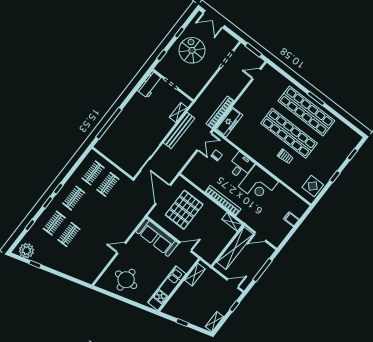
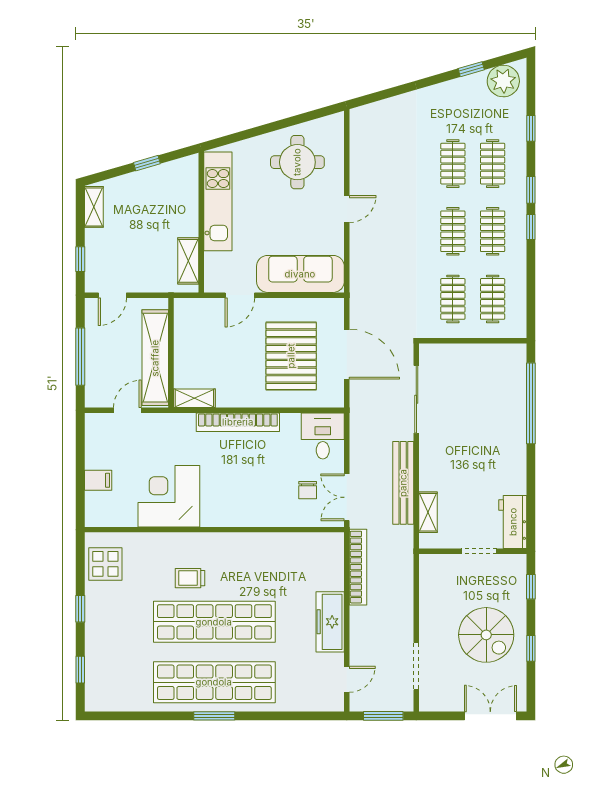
freezer: (229, 122) -> (330, 622), moved
desk: (241, 166) -> (323, 436), moved, turned 180
corner desk: (258, 184) -> (169, 496), moved
clothes rail: (88, 209) -> (453, 231), added

